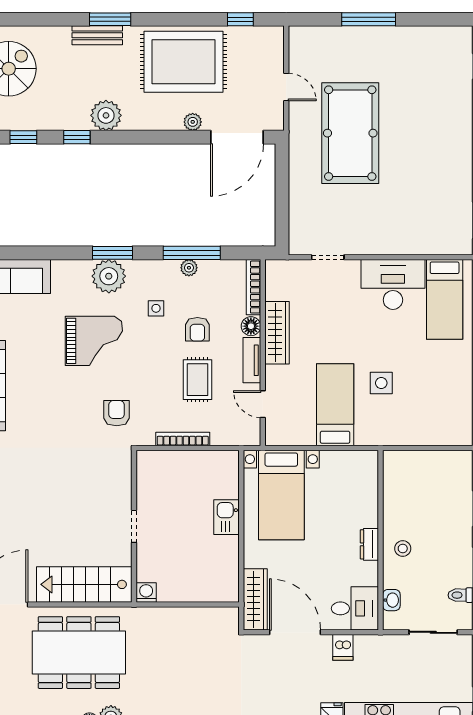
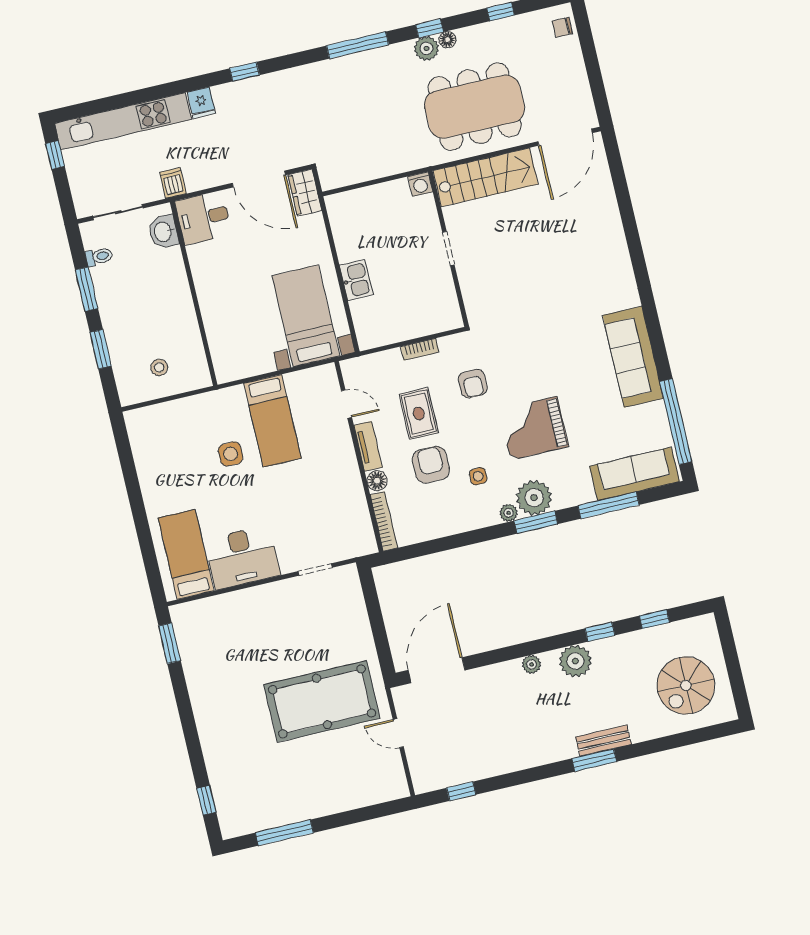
window: (369, 19) -> (284, 833), moved
rug: (184, 62) -> (509, 734), removed
plant: (193, 122) -> (531, 664), moved
pool table: (350, 133) -> (322, 701), turned 90
window: (192, 253) -> (609, 505), moved
plant: (189, 268) -> (509, 513), moved
armchair: (197, 329) -> (431, 465), width x1.38, depth x1.38
wardrobe: (277, 333) -> (349, 480), removed
armchair: (117, 413) -> (473, 384), moved
bookcase: (183, 439) -> (420, 349), width x0.64
dresser: (369, 544) -> (204, 287), removed
stool: (403, 549) -> (159, 367), moved
wardrobe: (255, 599) -> (305, 193), width x0.67
washbasin: (391, 600) -> (163, 232), width x1.38, depth x1.45
dishwasher: (343, 647) -> (173, 183), moved

